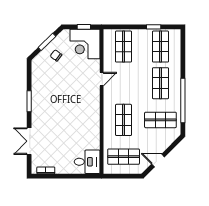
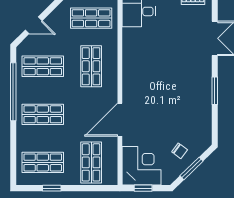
shop shelf: (160, 47) -> (43, 162), turned 90
door: (102, 79) -> (120, 120), width x1.87
shop shelf: (160, 83) -> (43, 114), turned 90
door: (158, 160) -> (34, 25), moved

